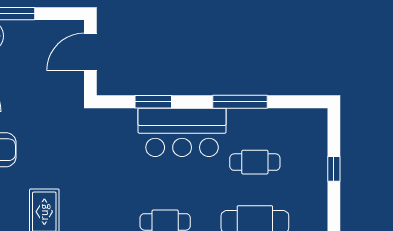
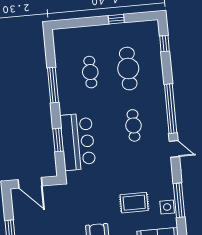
bar counter: (182, 132) -> (78, 142), moved
window: (334, 169) -> (116, 19), moved

